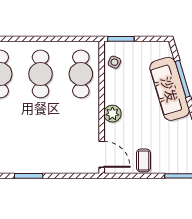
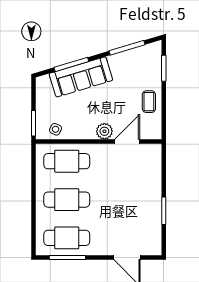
door: (102, 154) -> (127, 142), moved
coffee table: (144, 160) -> (149, 102), turned 90

